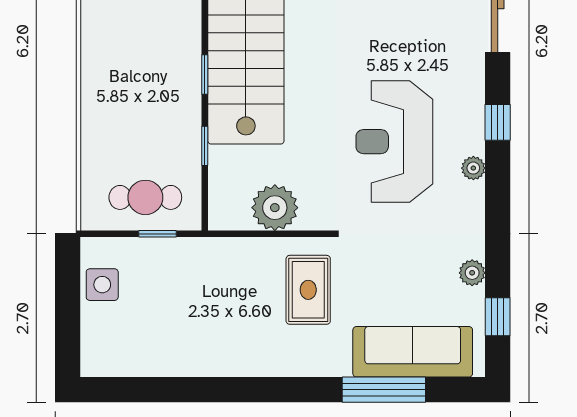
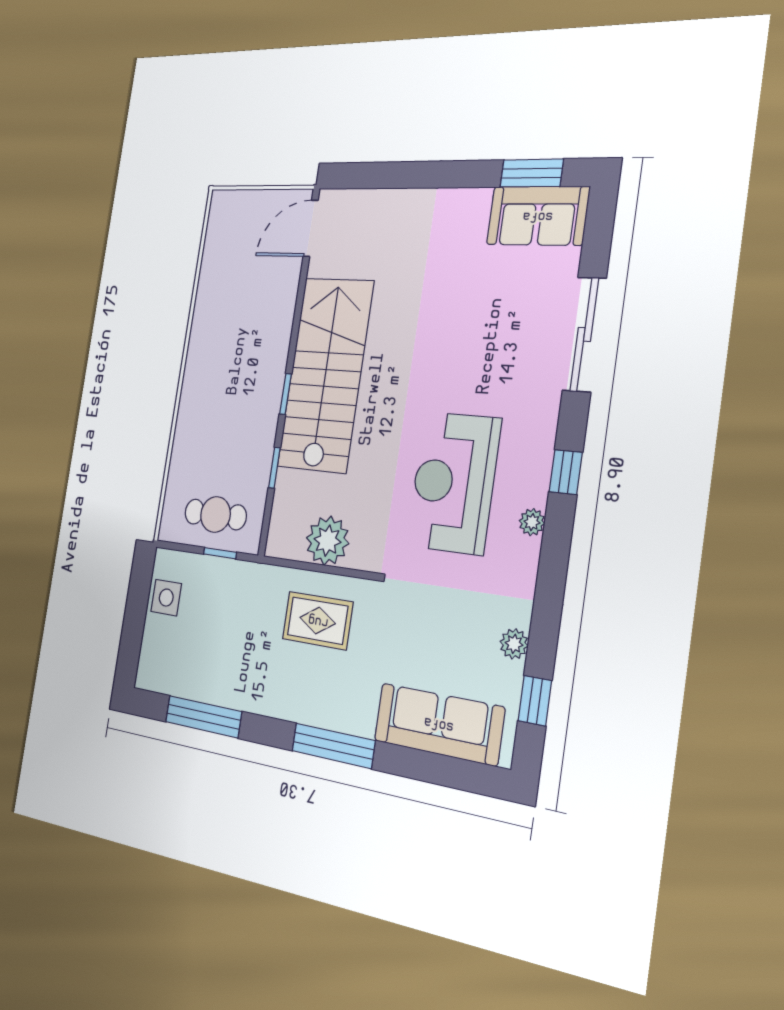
rug: (308, 290) -> (318, 621), moved, turned 90
window: (167, 390) -> (203, 717), added
window: (384, 390) -> (333, 746), moved

